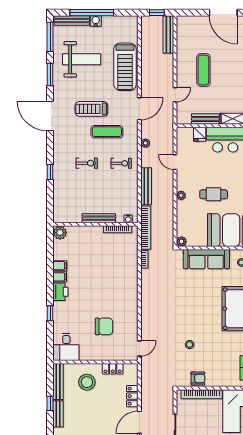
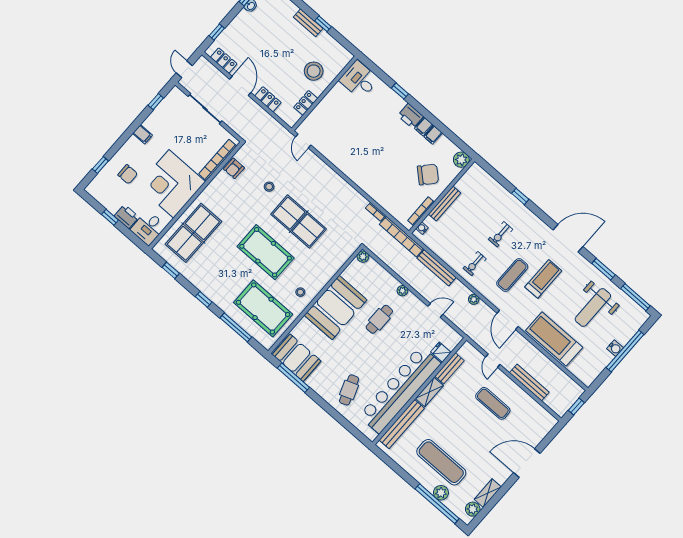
bench: (72, 20) -> (633, 328), removed
bench: (168, 34) -> (529, 382), moved
sofa: (206, 259) -> (329, 265), removed
table tennis table: (196, 305) -> (299, 222), added
chair: (104, 326) -> (428, 174), moved, turned -138
bench: (58, 382) -> (336, 47), removed

